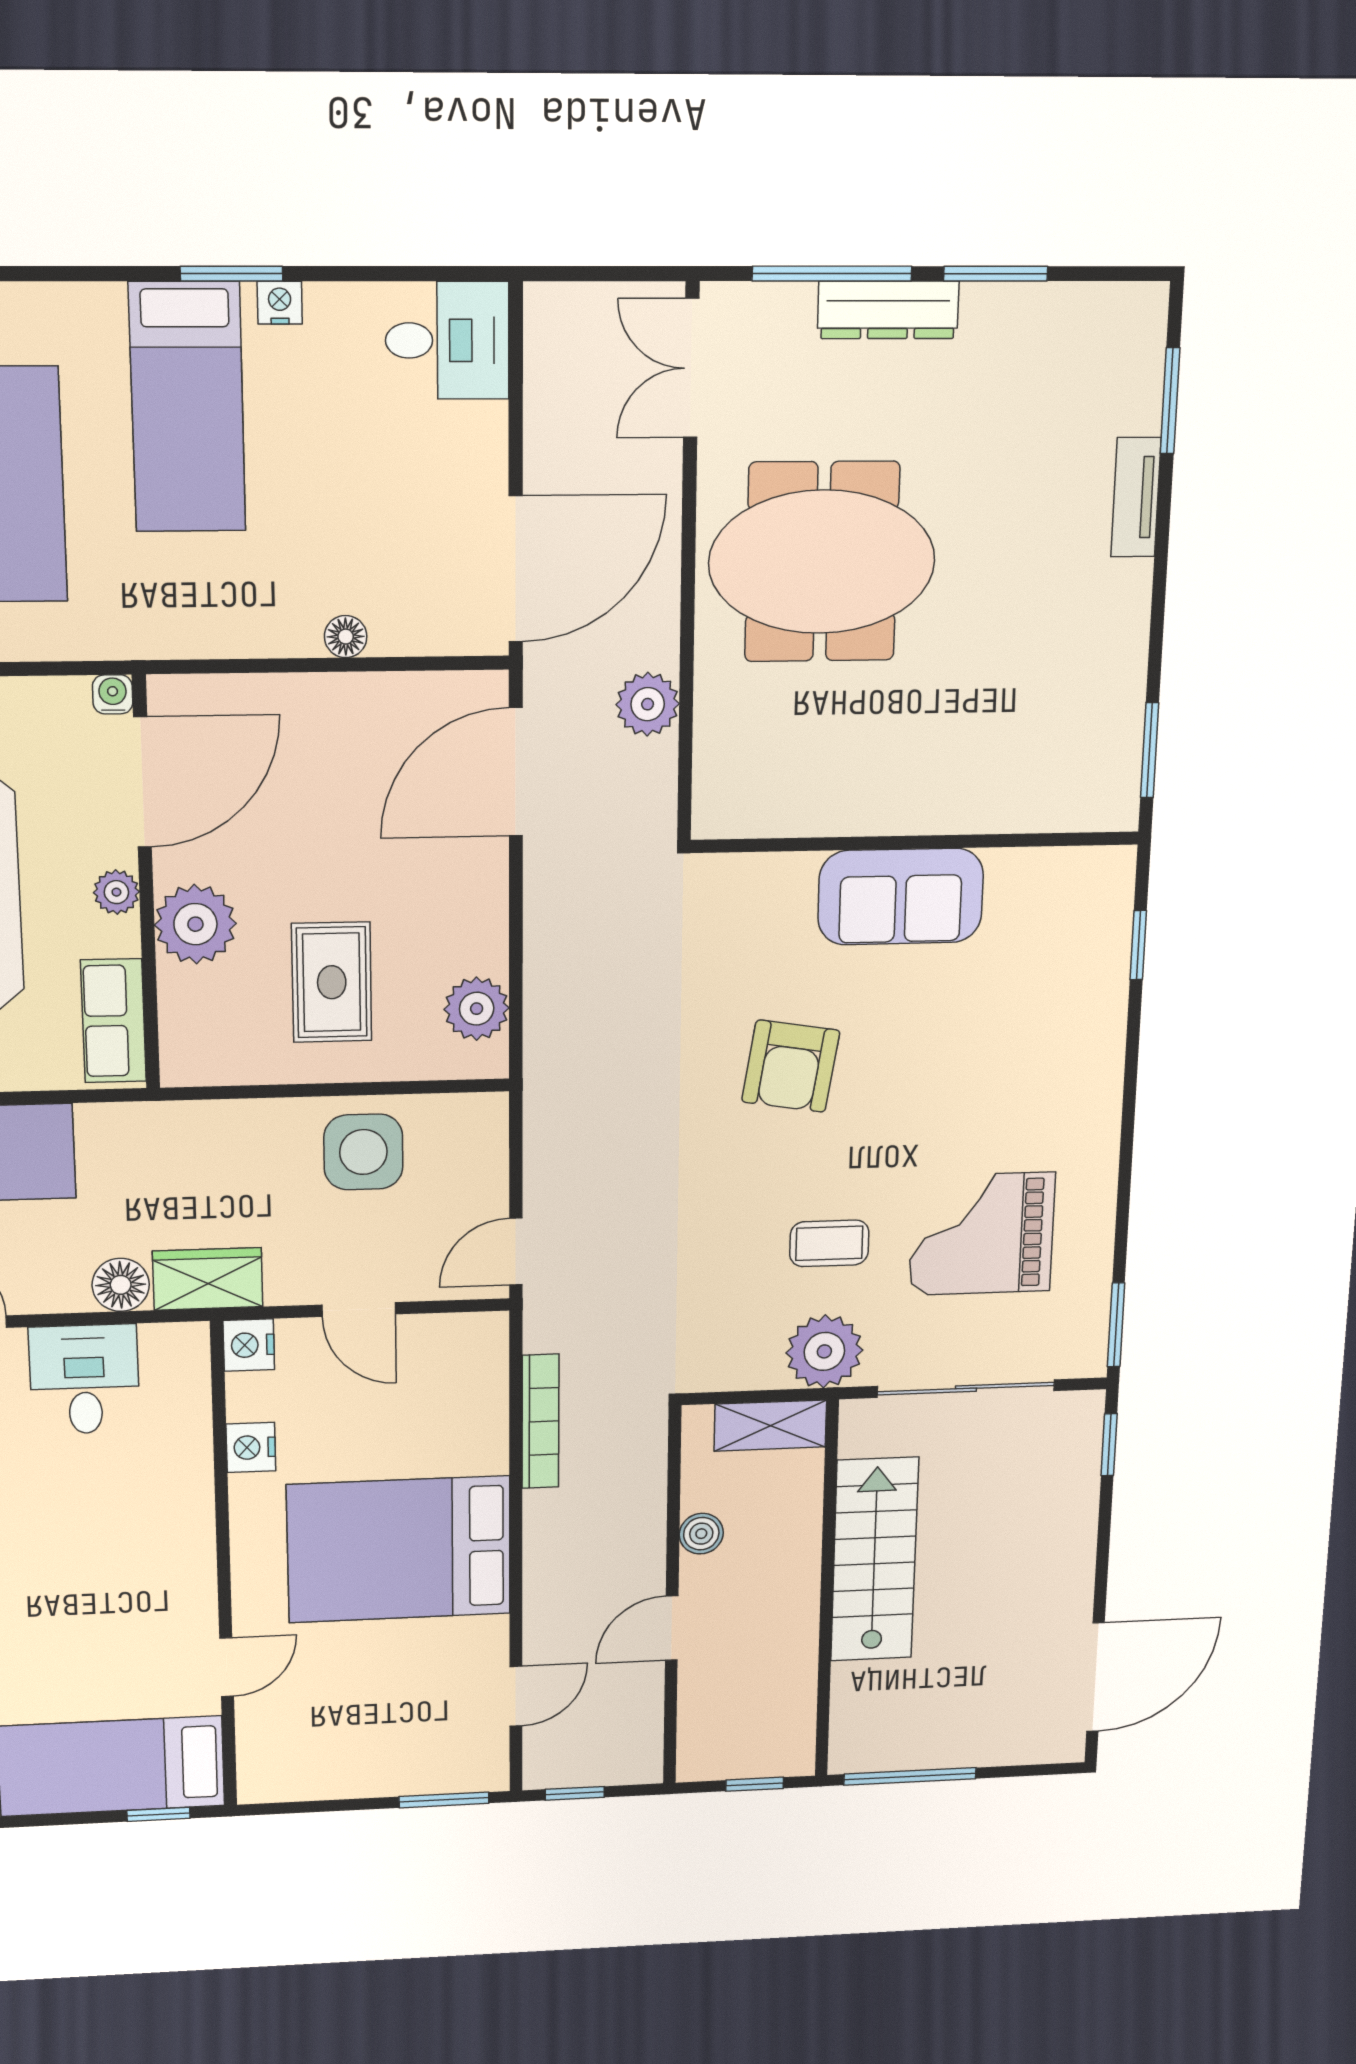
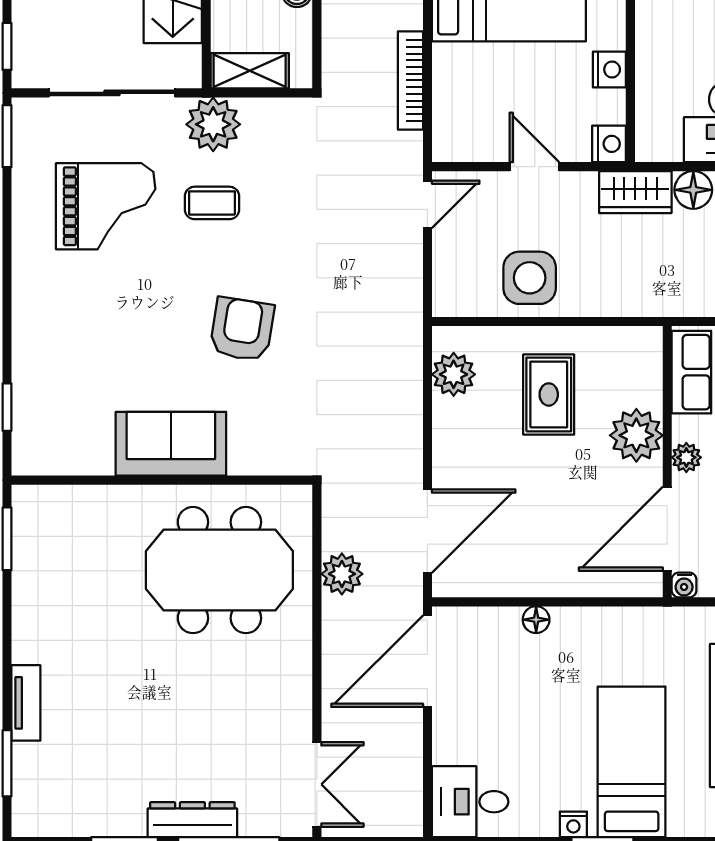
meeting table: (822, 562) -> (219, 570), moved

